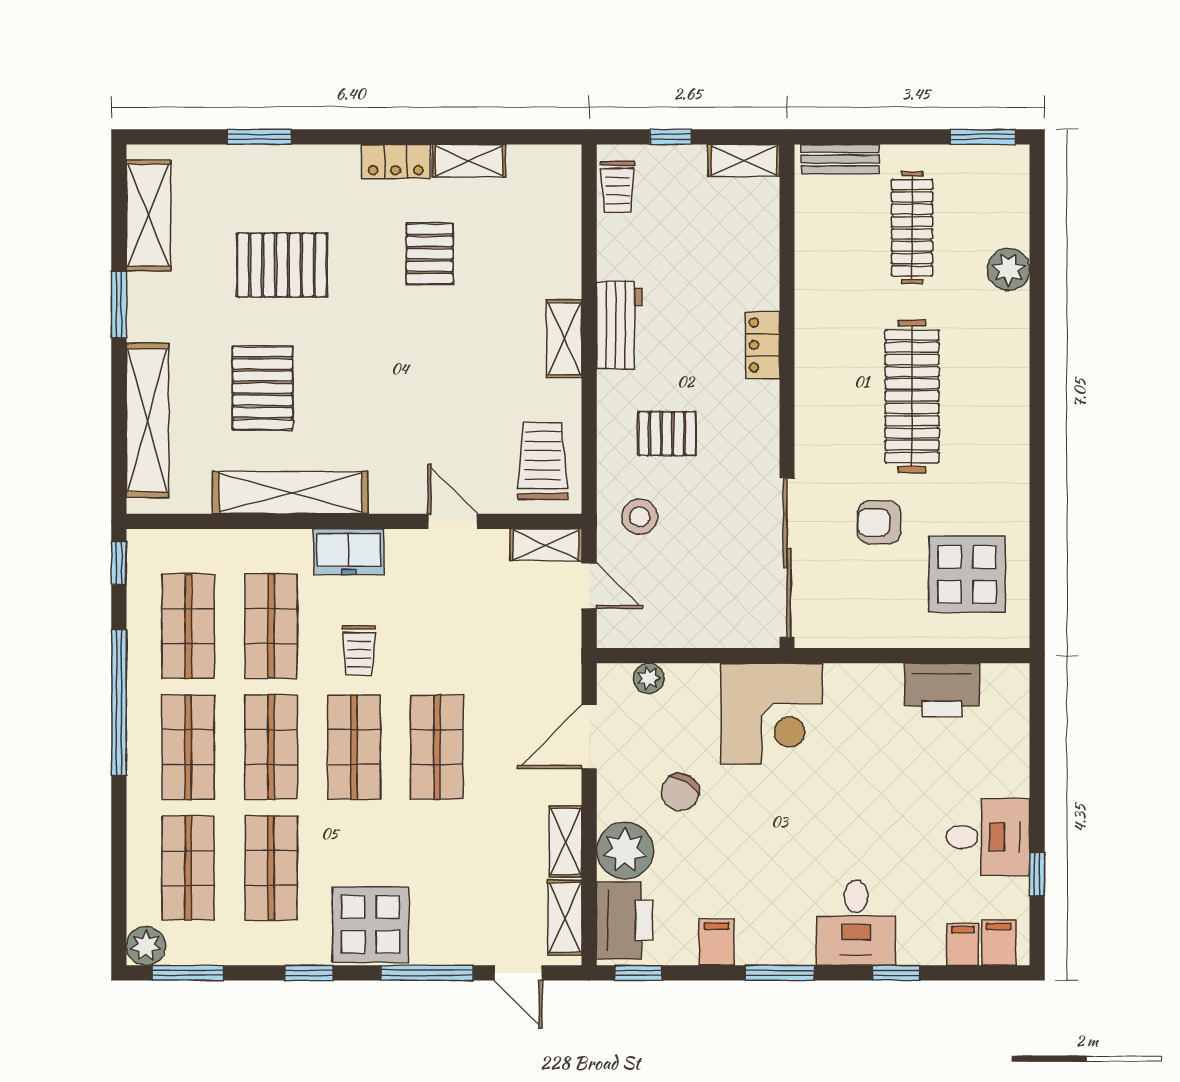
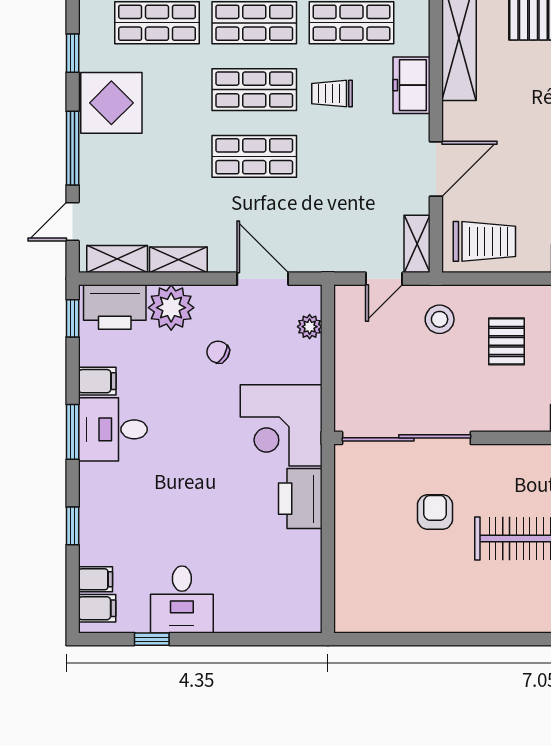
door: (453, 521) -> (436, 169), width x1.38
display table: (967, 574) -> (393, 583), removed
printer: (942, 690) -> (300, 499), moved
chair: (680, 792) -> (218, 352), width x0.73, depth x0.73
desk: (856, 923) -> (113, 429), moved

